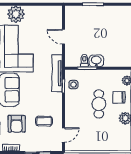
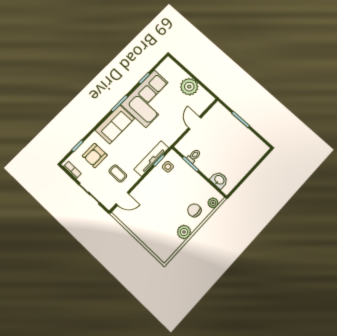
plant: (16, 14) -> (189, 87), moved
washbasin: (96, 61) -> (219, 180), moved
tv unit: (57, 73) -> (151, 159), moved
cafe table: (99, 104) -> (174, 201), removed

